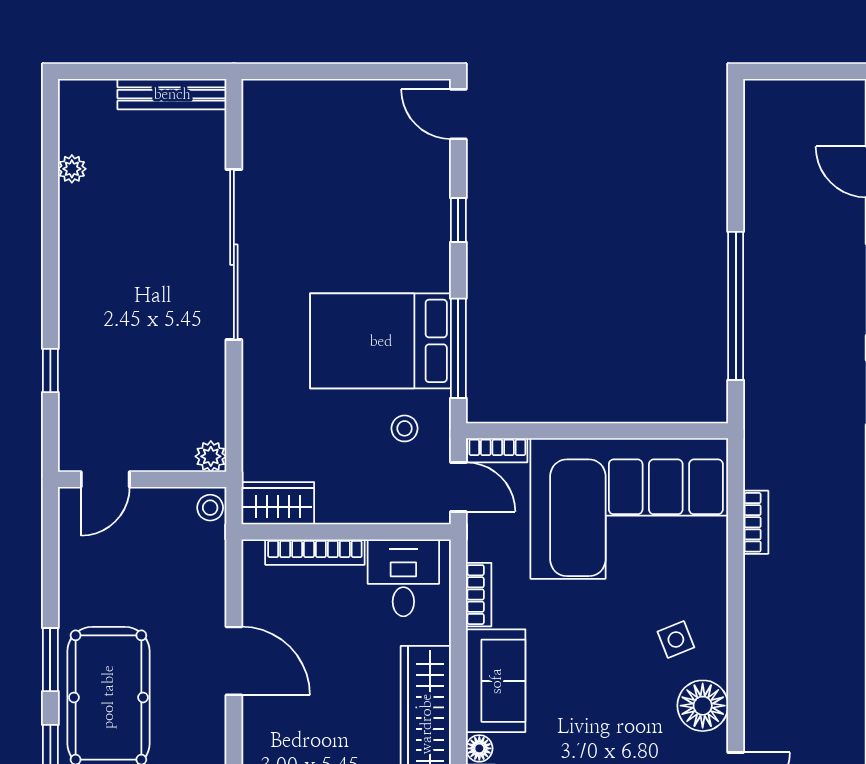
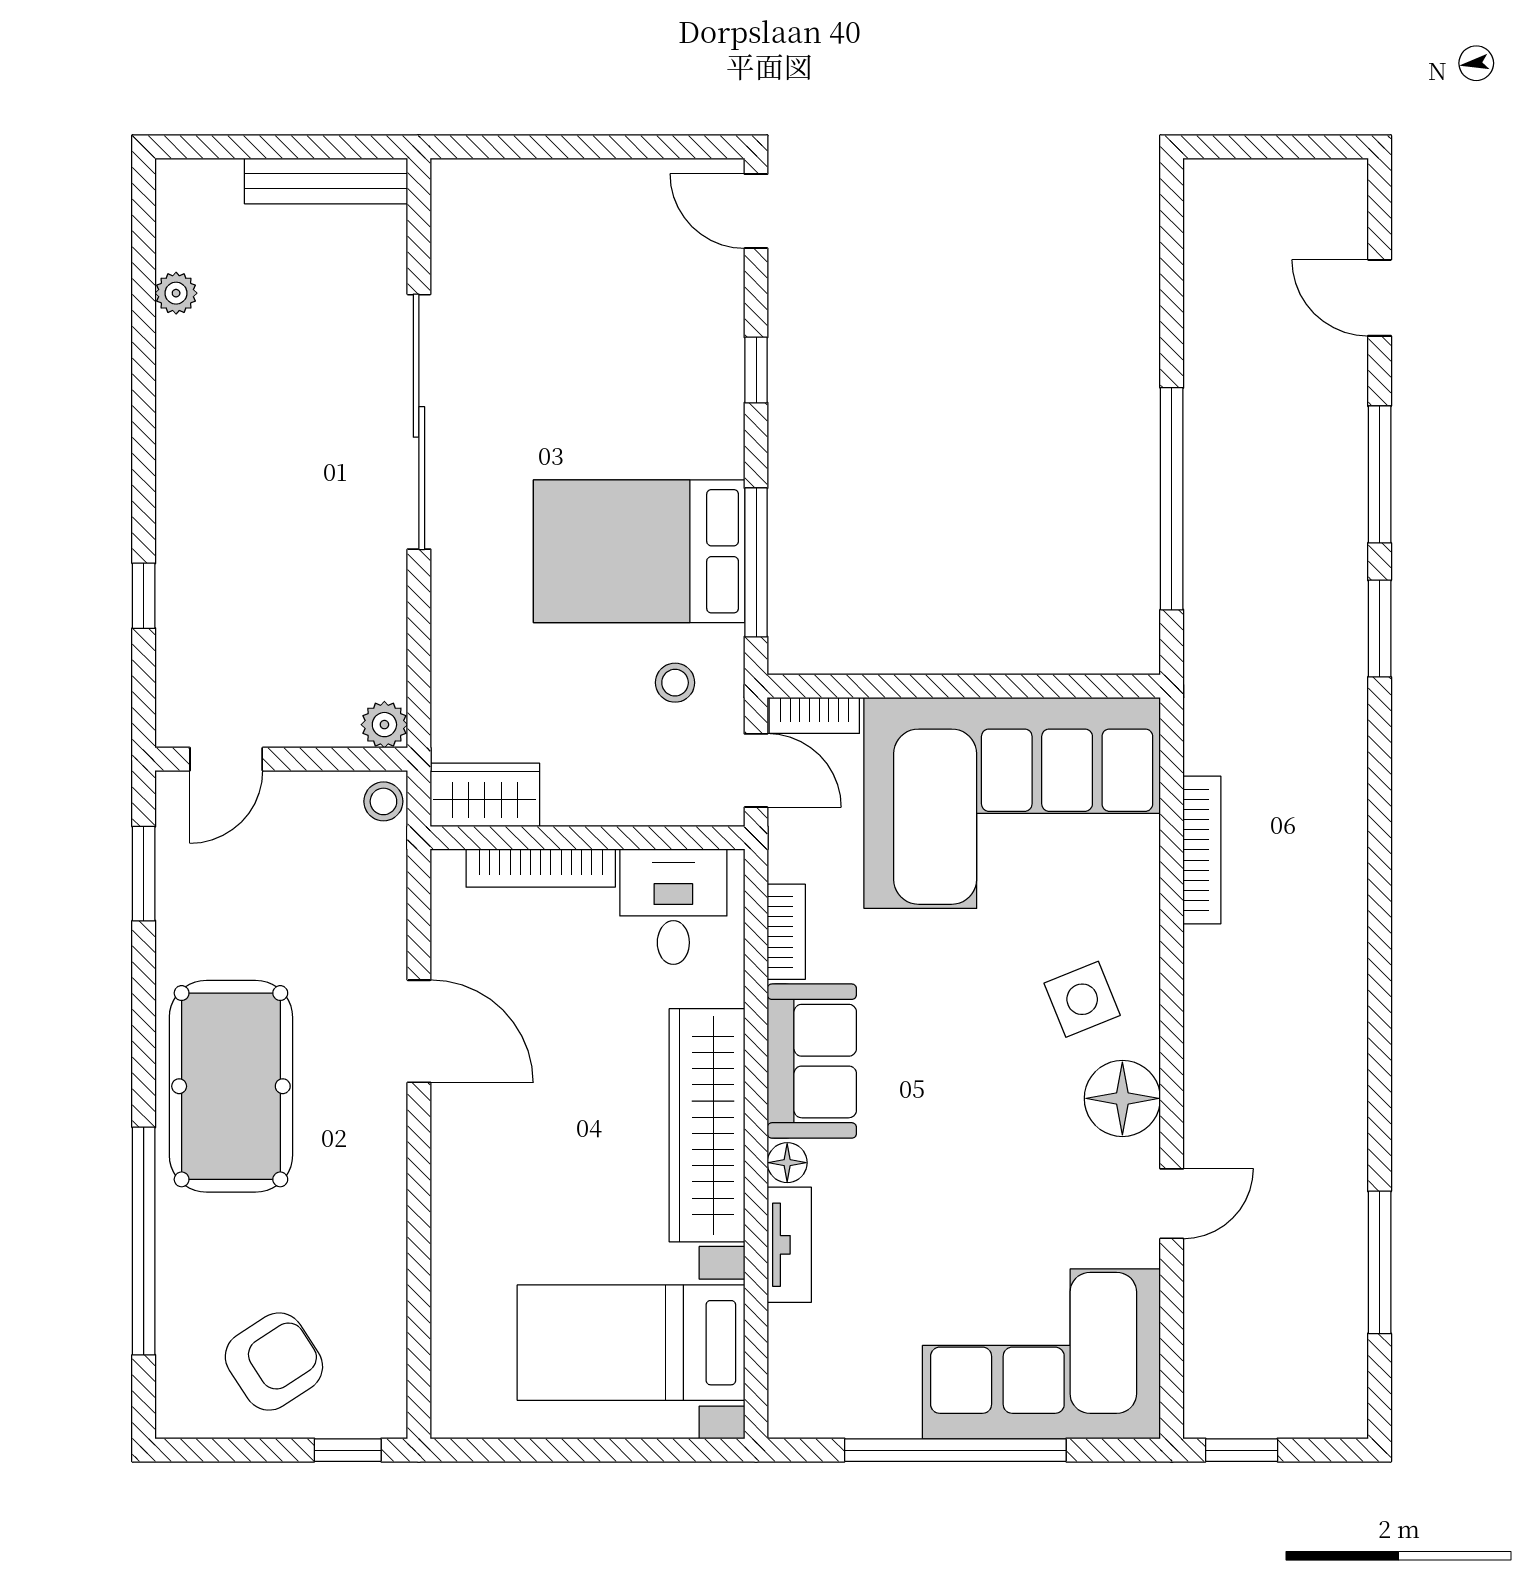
bookcase: (756, 522) -> (1202, 850), width x1.56
side table: (676, 639) -> (1082, 999), width x1.37, depth x1.37
window: (50, 660) -> (144, 874), moved

